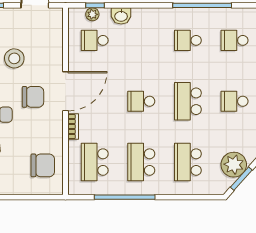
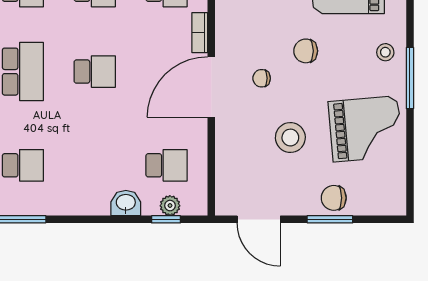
chair: (33, 97) -> (262, 78), width x0.54, depth x0.54

